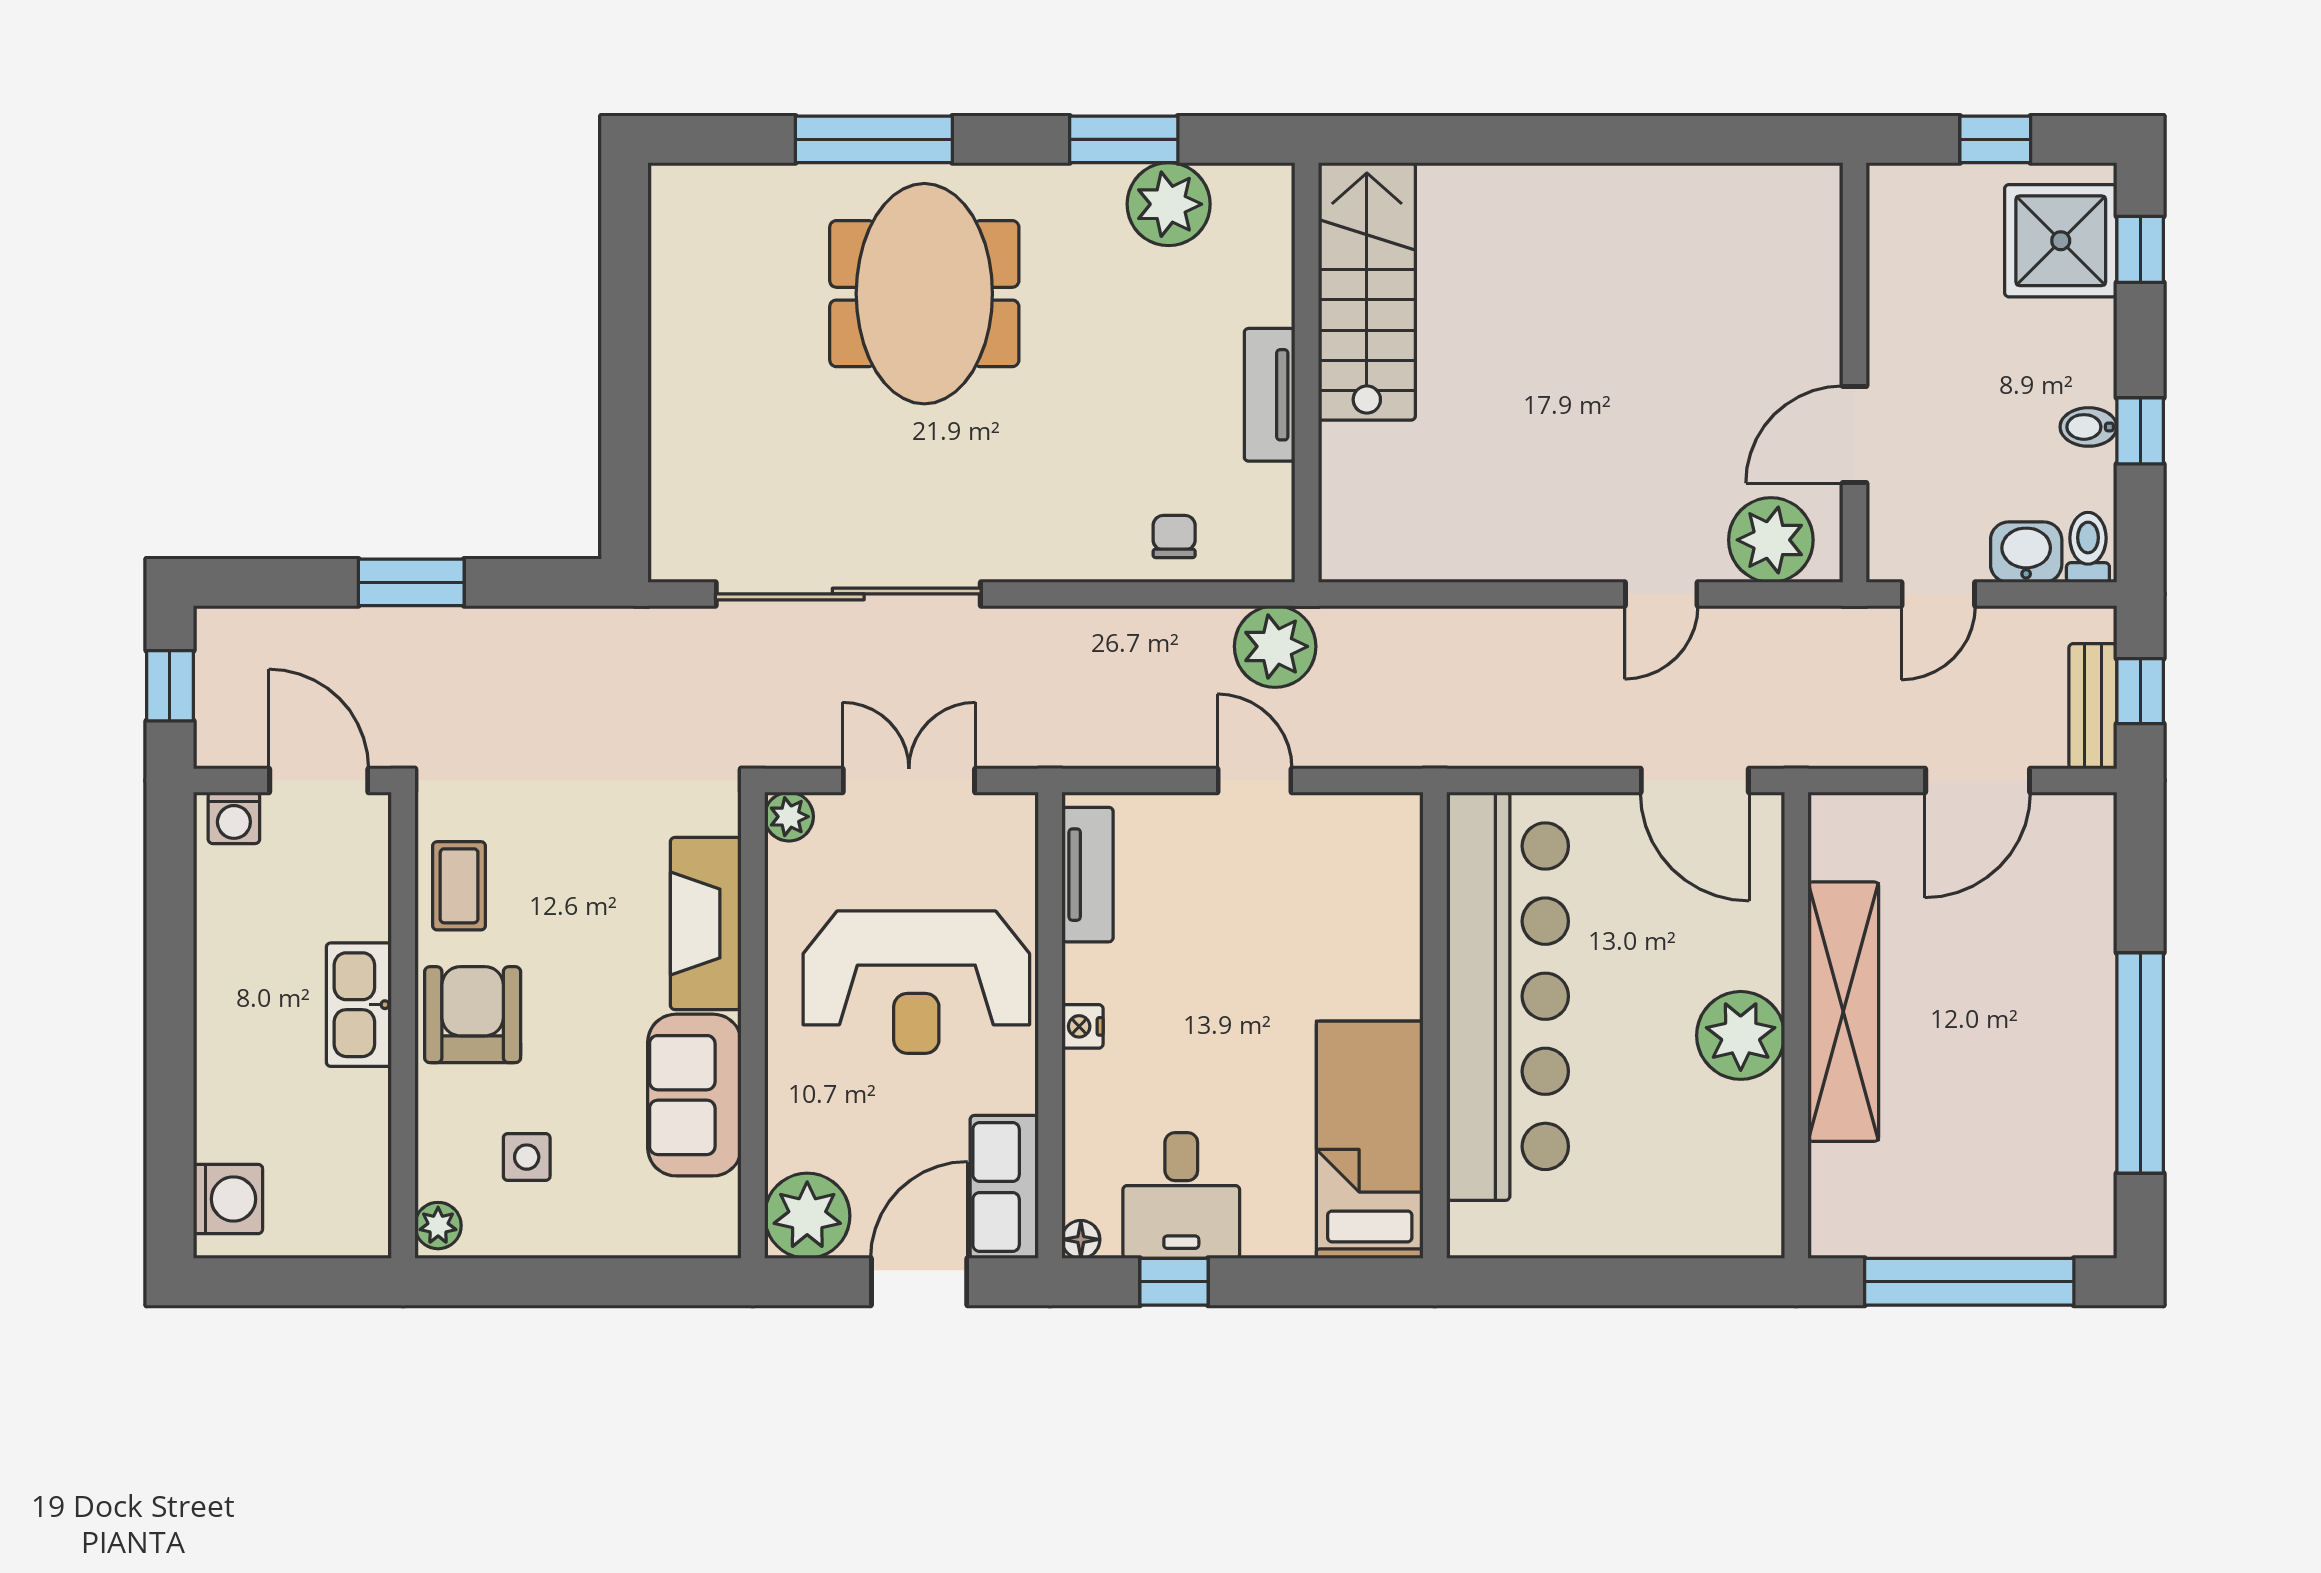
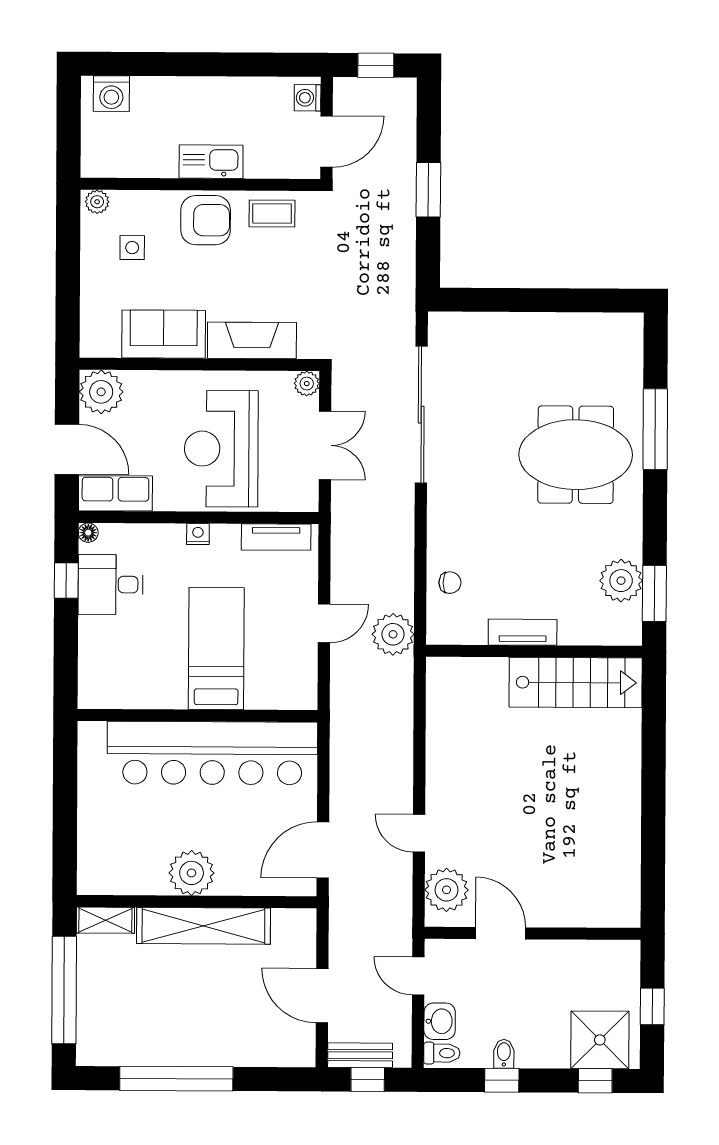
window: (1124, 139) -> (654, 593), moved
bed: (1370, 1140) -> (216, 649), moved, turned -90
shelving: (1833, 1202) -> (105, 920), added

